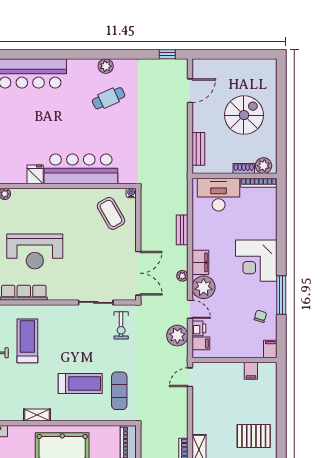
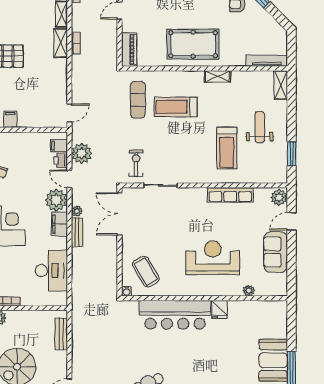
shoe rack: (244, 169) -> (17, 315), removed
desk: (219, 195) -> (51, 271), moved, turned -90
bench: (182, 230) -> (77, 232), moved
reception desk: (35, 251) -> (213, 258), moved

